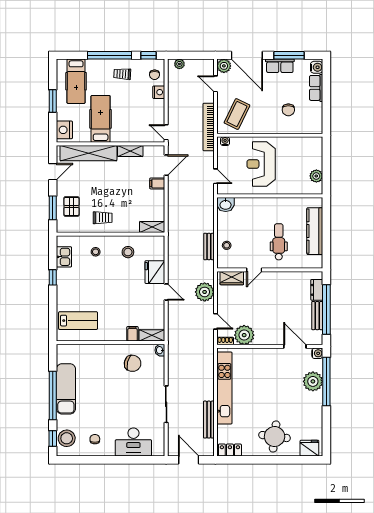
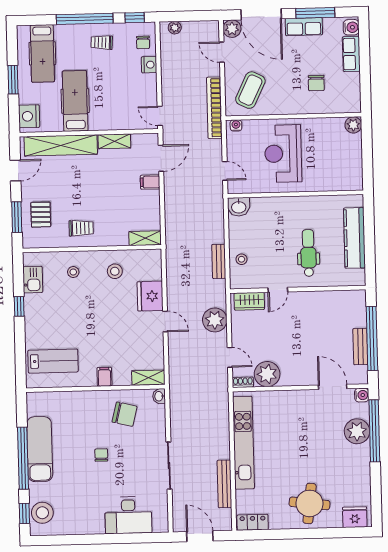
plant: (316, 176) -> (353, 125), moved
dresser: (317, 290) -> (359, 313), removed
filing cabinet: (132, 334) -> (104, 377), moved
chair: (95, 439) -> (101, 455), moved

